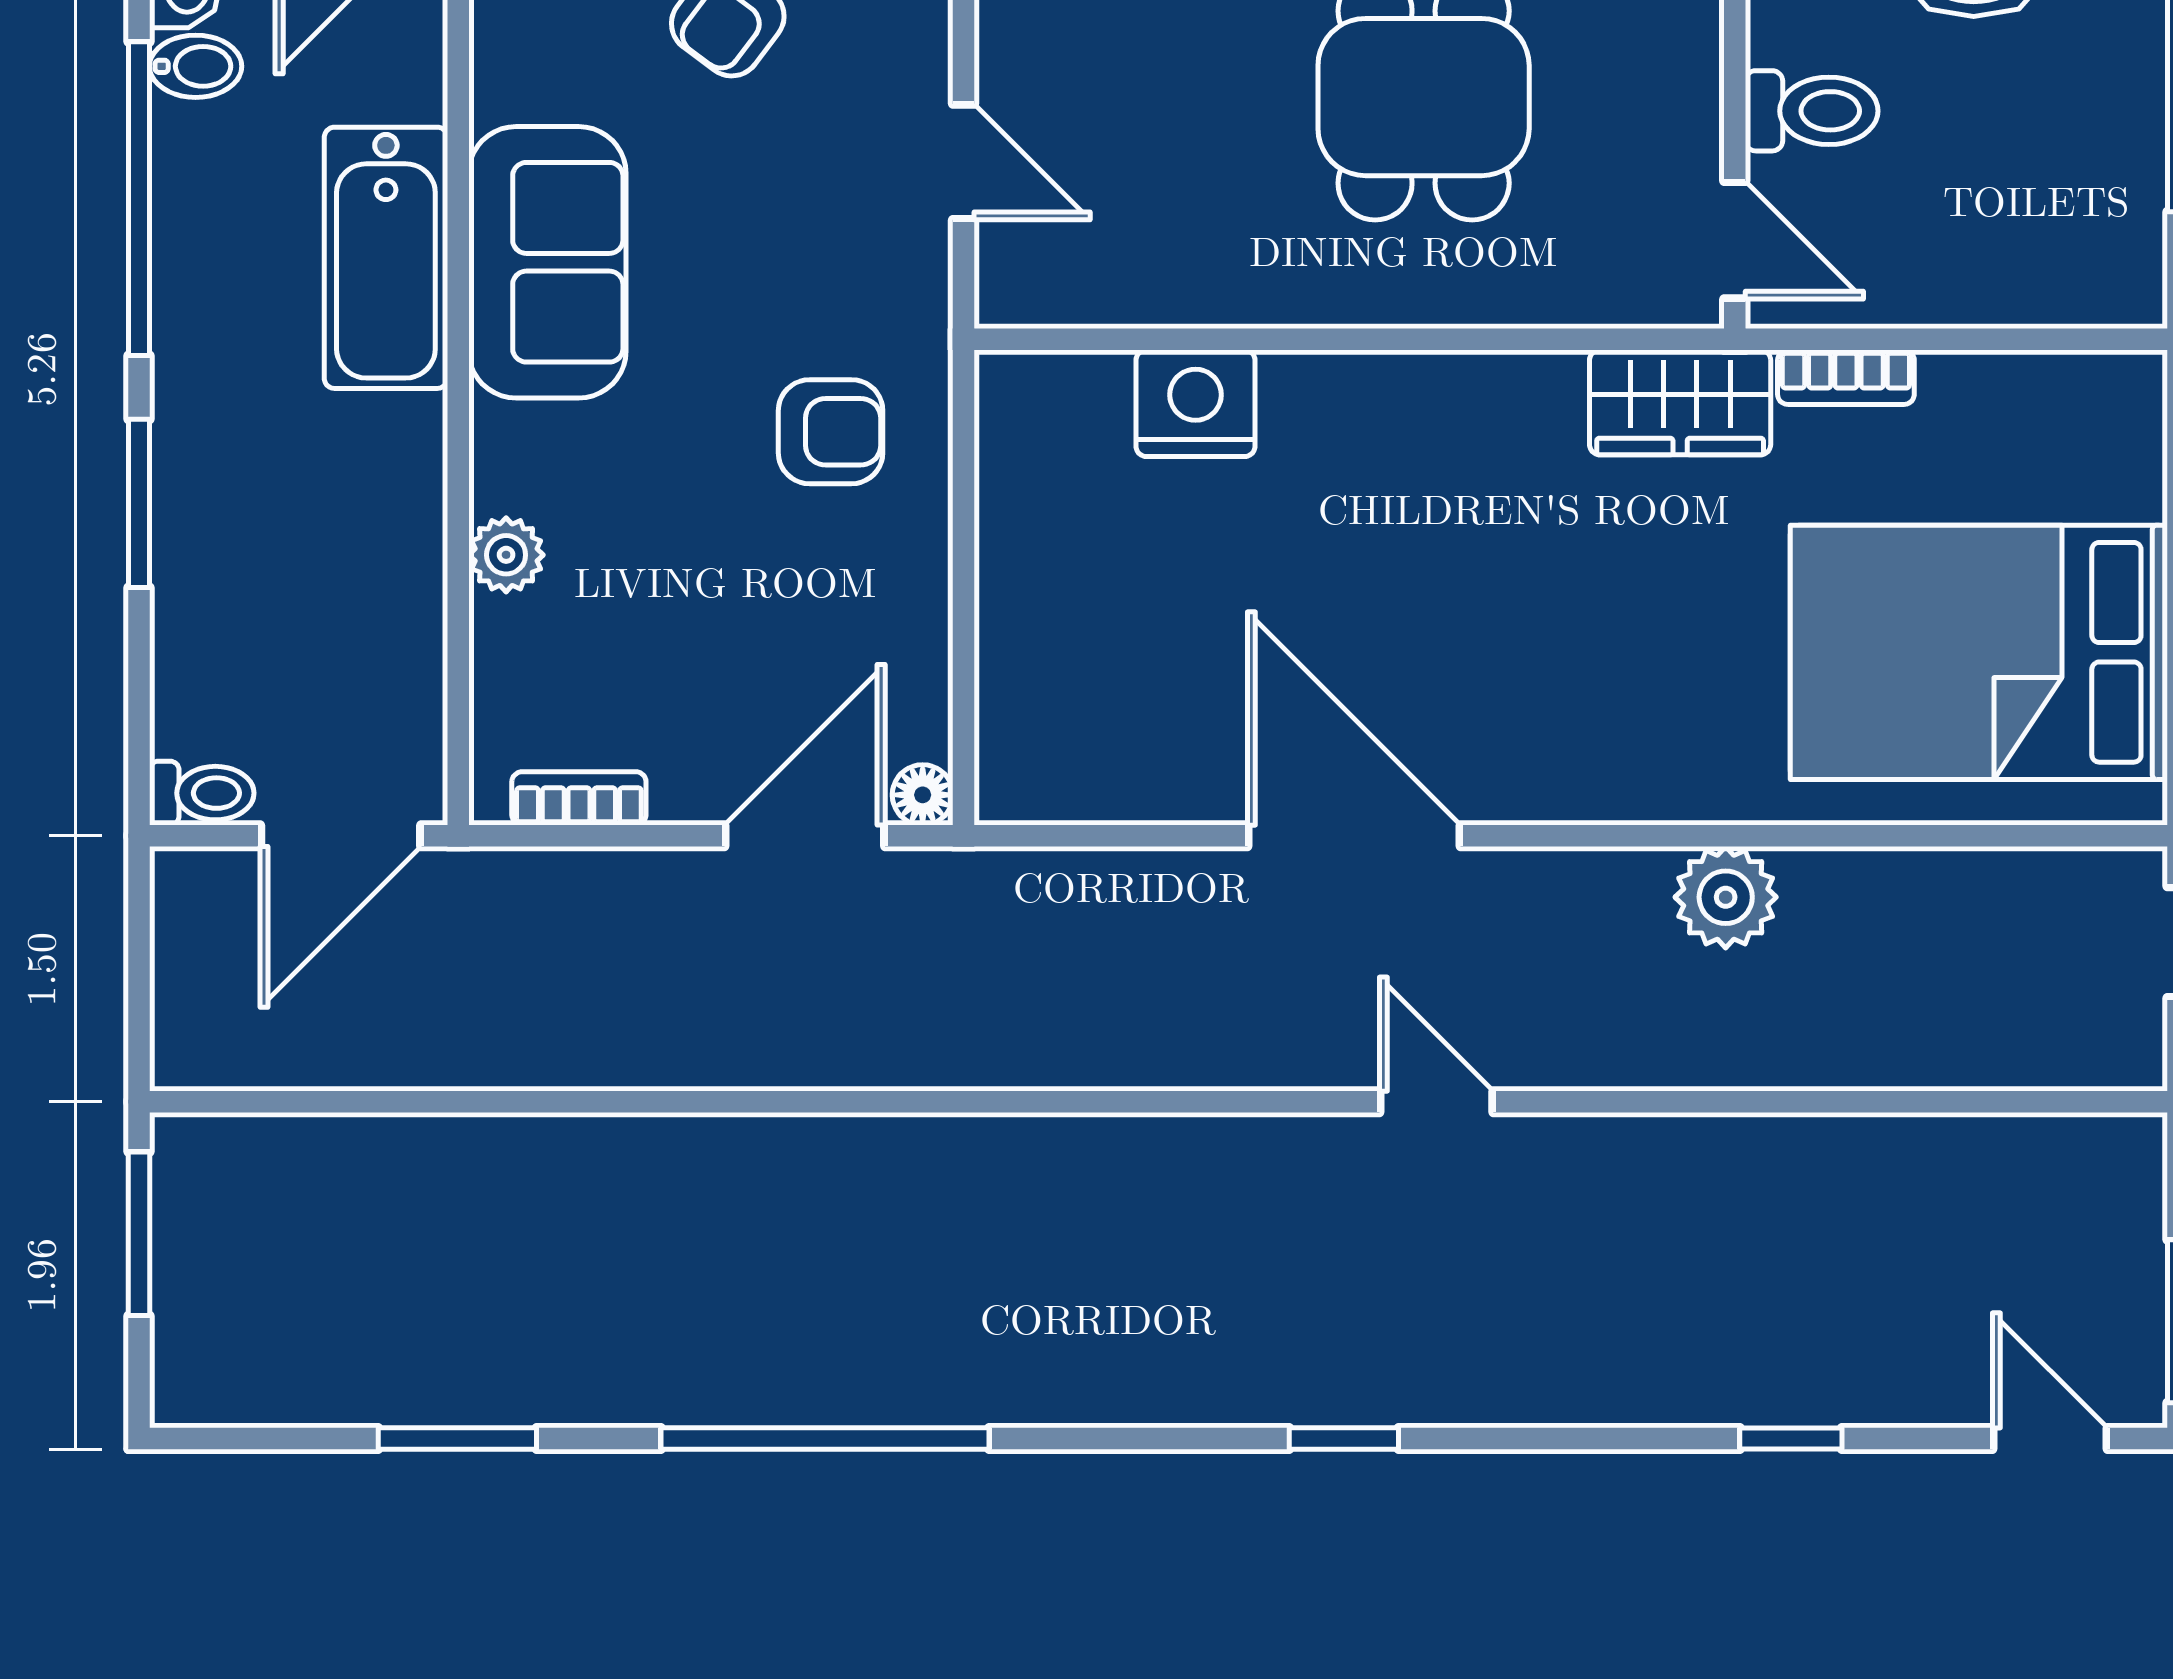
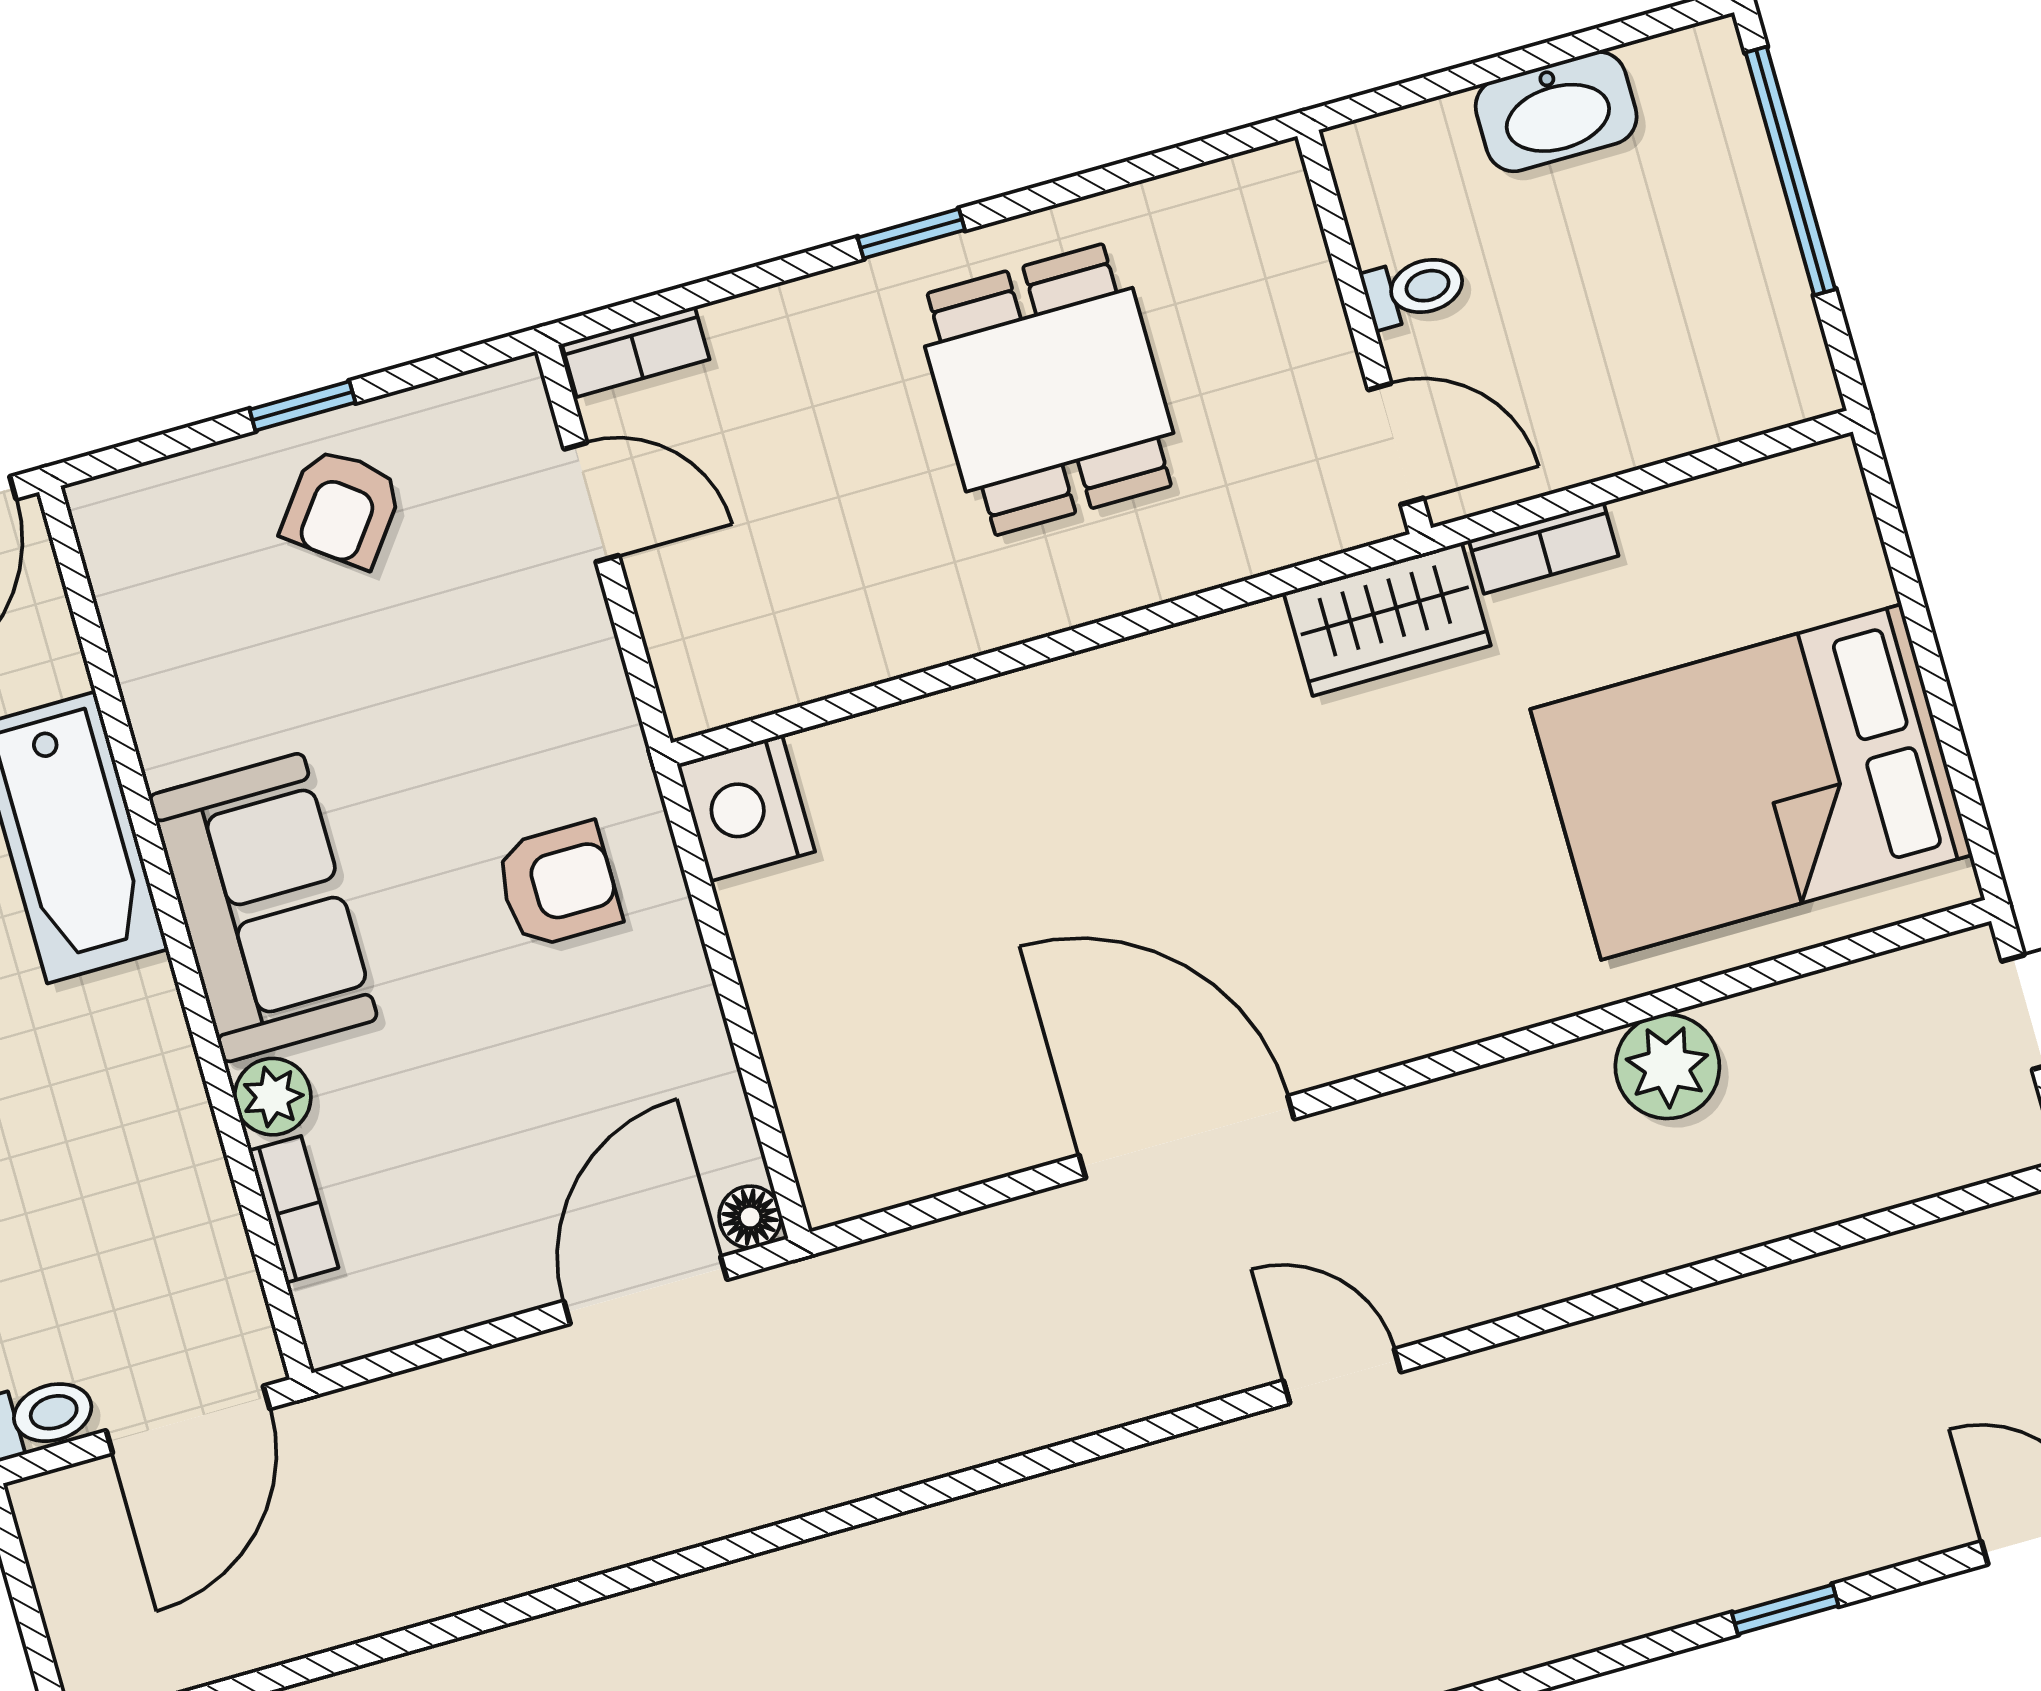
toilet: (1812, 111) -> (1414, 289), width x0.73, depth x0.72
door: (963, 162) -> (591, 502), moved
sofa: (547, 262) -> (263, 908), moved
nightstand: (1196, 403) -> (746, 808), moved, turned -90
bookcase: (579, 798) -> (293, 1209), moved, turned 90
plant: (1726, 897) -> (1667, 1066), moved

